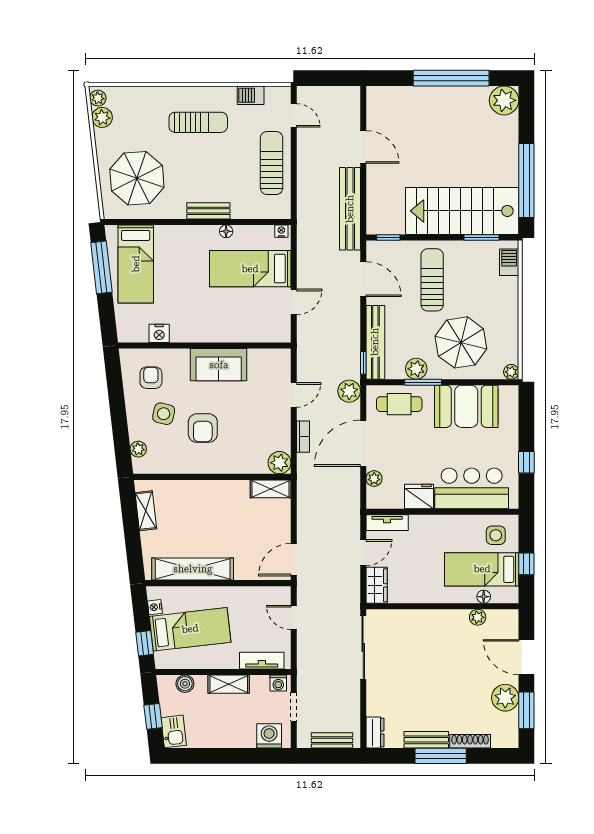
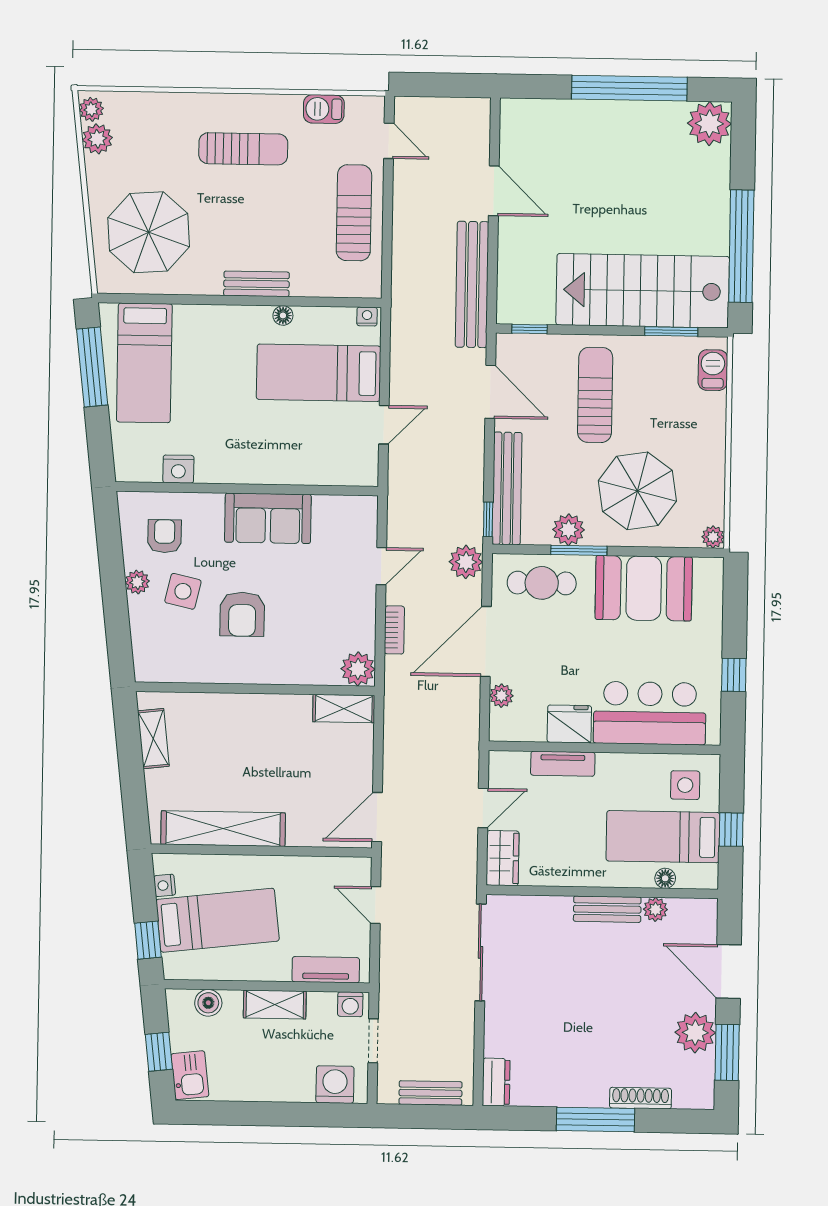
plant: (138, 449) -> (137, 582), moved
tv unit: (387, 523) -> (563, 764), moved
bench: (426, 740) -> (607, 909), moved

